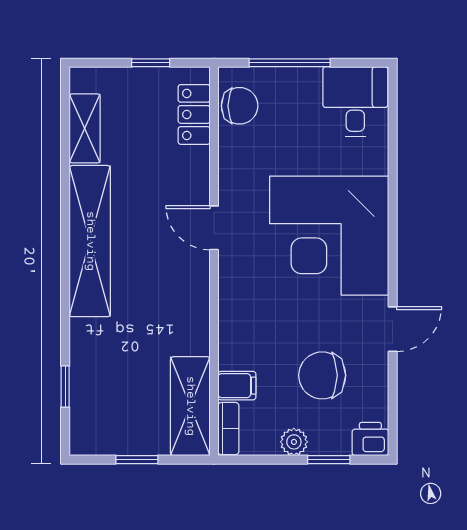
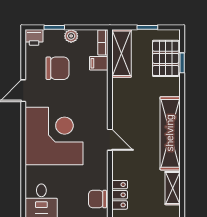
pallet: (99, 396) -> (166, 58), added

